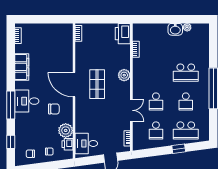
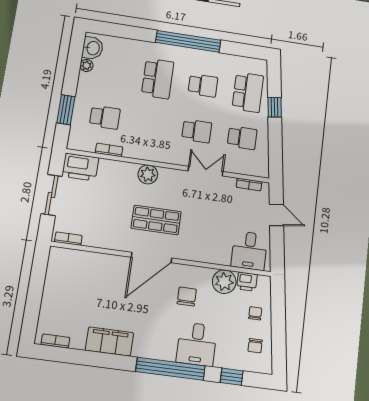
sliding door: (103, 19) -> (52, 195), added
window: (157, 19) -> (66, 110), added
washbasin: (175, 29) -> (93, 48), moved
school desk: (156, 44) -> (105, 117), added
desk: (27, 101) -> (197, 344), moved
window: (11, 105) -> (170, 369), width x1.46

